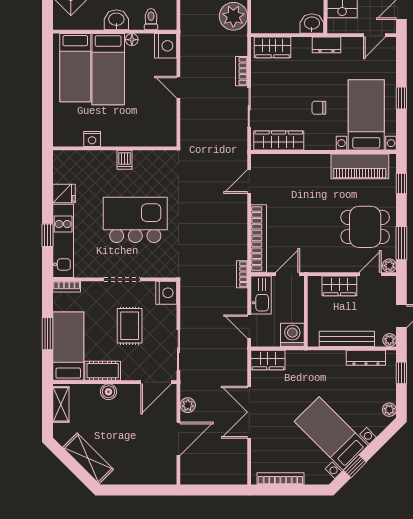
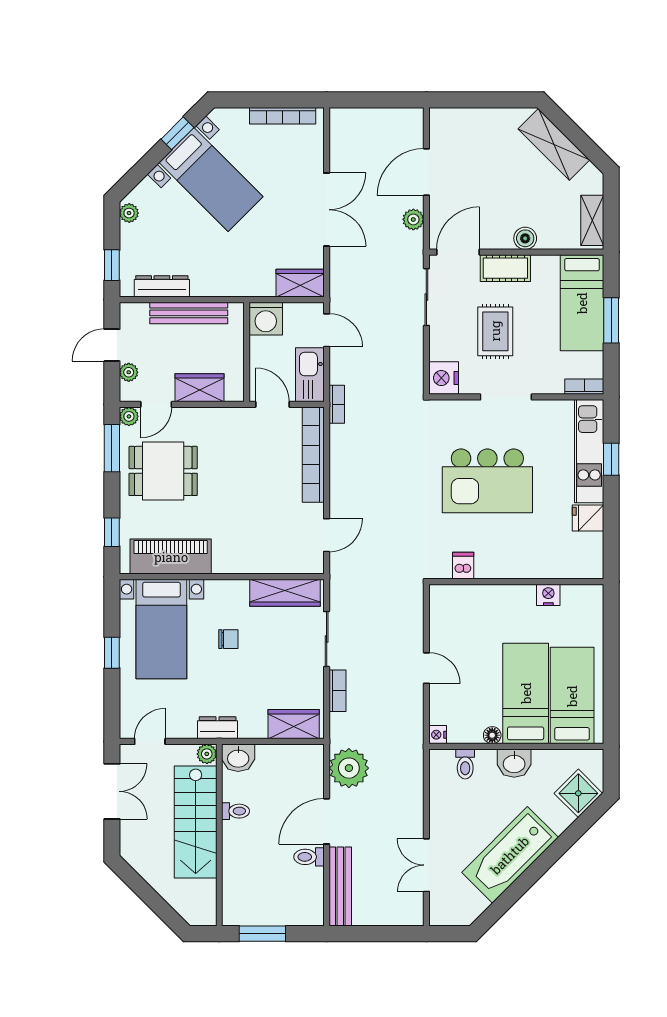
plant: (334, 26) -> (207, 754), added
nightstand: (166, 46) -> (438, 735), width x0.53, depth x0.56
dishwasher: (124, 160) -> (463, 566), moved
door: (288, 274) -> (272, 404), swing flipped
plant: (390, 340) -> (129, 372), moved
cot: (103, 371) -> (505, 268), moved

